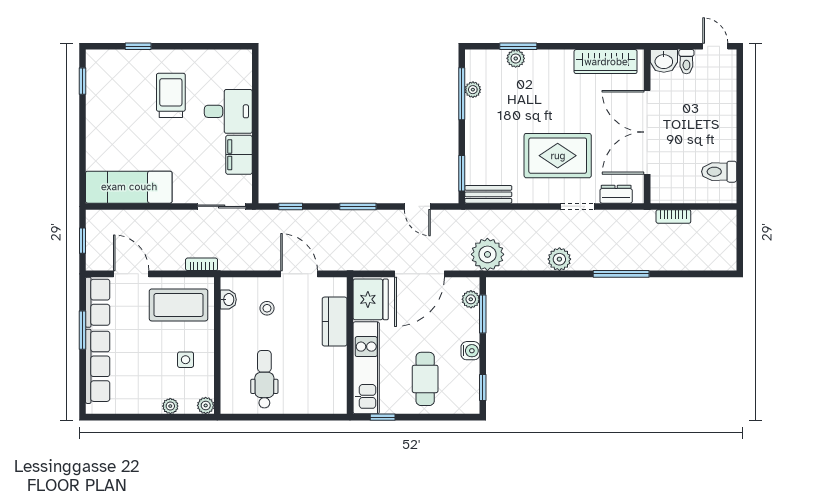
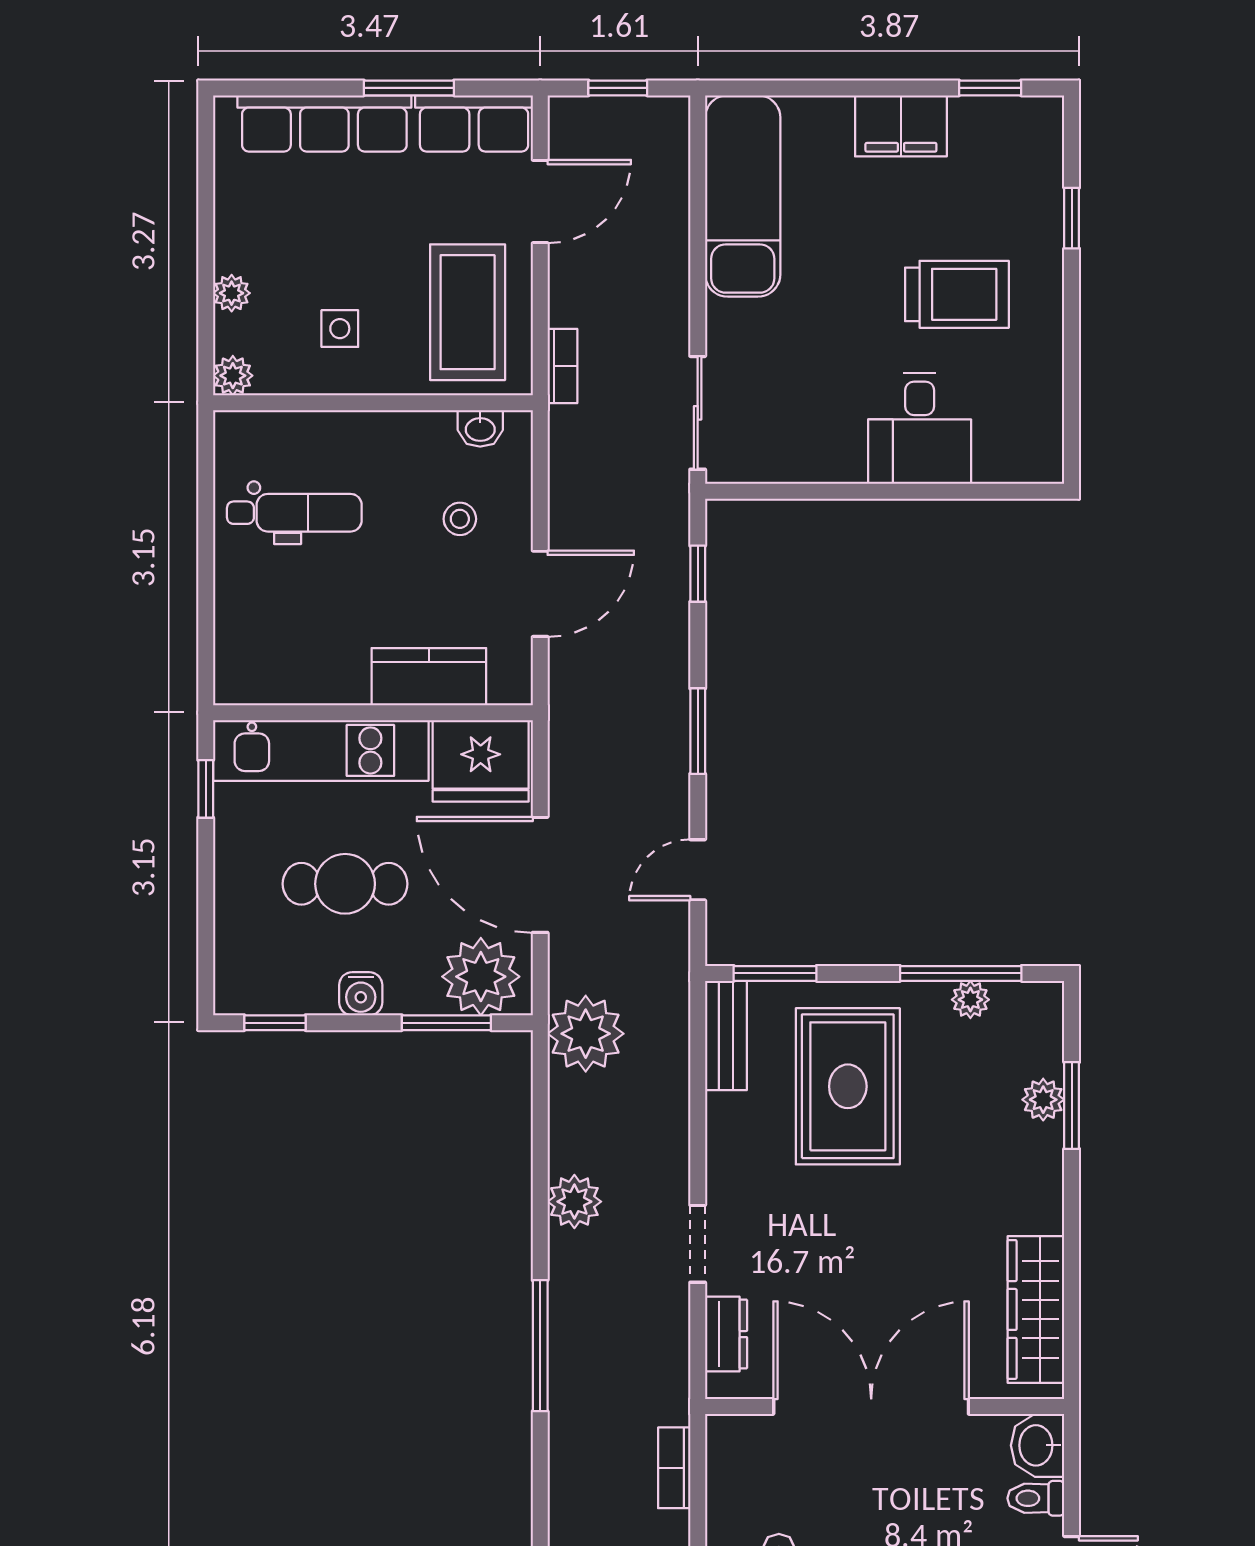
filing cabinet: (239, 155) -> (901, 126), moved, turned 180
rug: (558, 156) -> (848, 1086), moved
plant: (471, 299) -> (481, 977), width x1.88, depth x1.88
cafe table: (425, 379) -> (345, 884), moved

